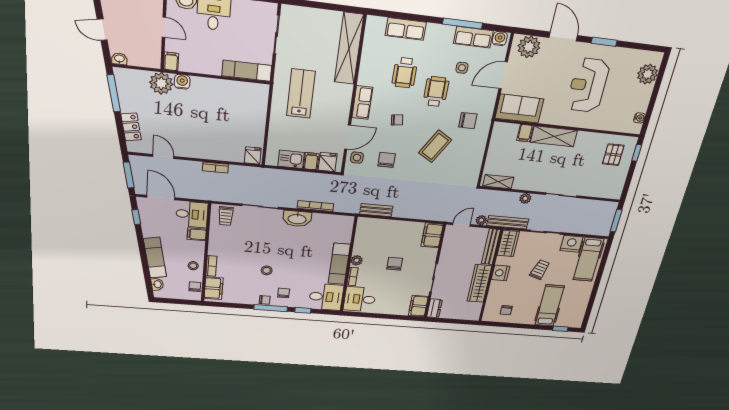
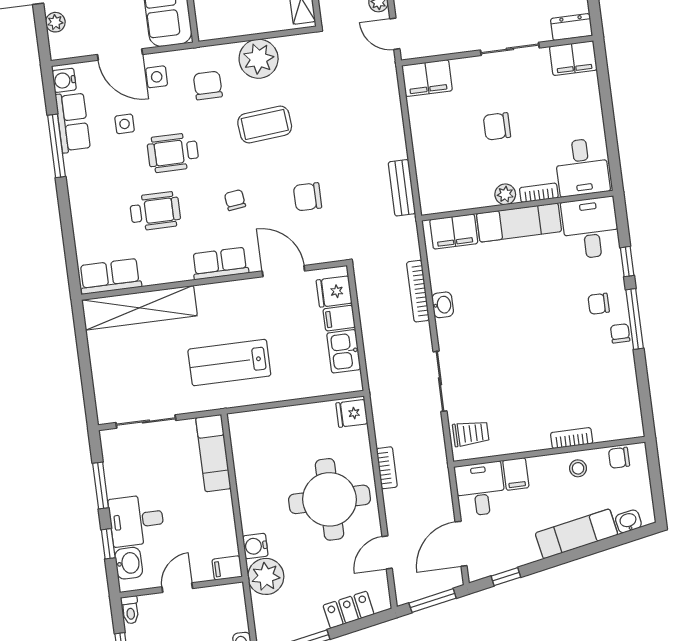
row of seats: (406, 29) -> (110, 276), moved, turned -90
plant: (529, 47) -> (55, 22), width x0.53, depth x0.53
round table: (203, 132) -> (329, 499), added
coffee table: (435, 146) -> (265, 124), turned -36
plant: (473, 152) -> (259, 59), added
side table: (357, 158) -> (157, 77), moved
washbasin: (297, 219) -> (443, 305), width x0.52, depth x0.69
stool: (267, 270) -> (560, 343), removed
filing cabinet: (214, 288) -> (454, 232), moved, turned 180

